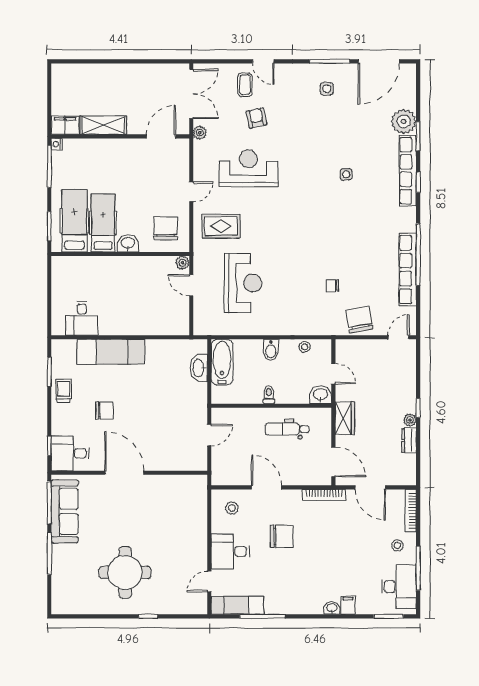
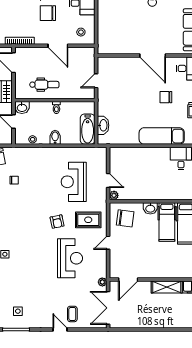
armchair: (256, 118) -> (57, 222), moved
reception desk: (248, 168) -> (70, 258), turned -90
chair: (166, 228) -> (125, 218), turned -83

